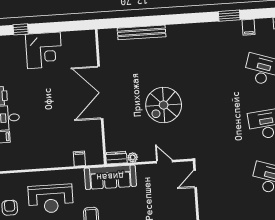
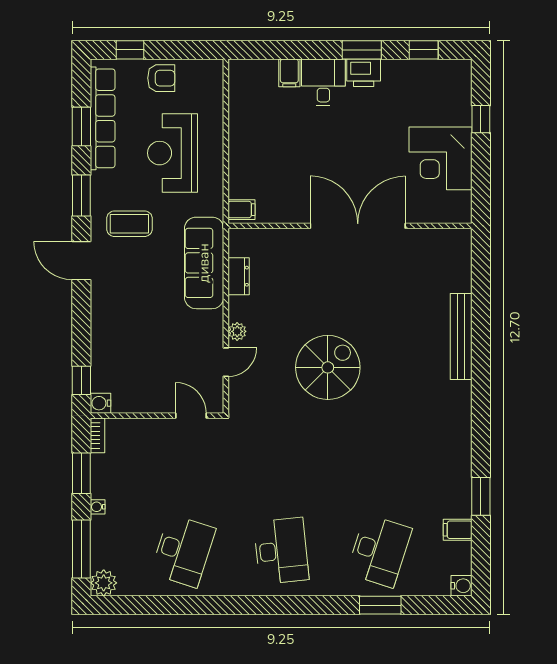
double door: (100, 93) -> (358, 226), moved
wall: (101, 97) -> (350, 226), moved
spiral stairs: (164, 105) -> (328, 367), turned 90
plant: (133, 157) -> (237, 331), moved

